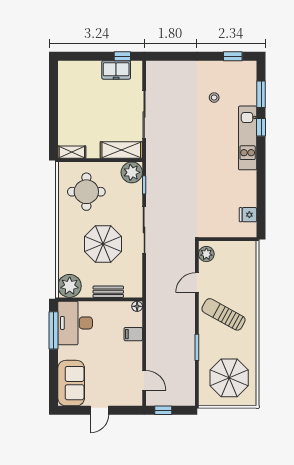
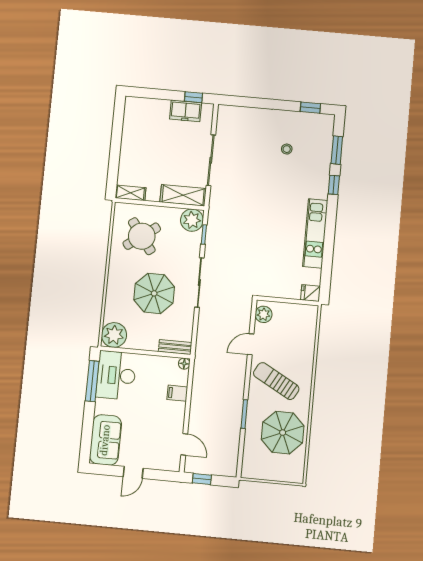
kitchen unit: (248, 138) -> (315, 233), moved
round table: (86, 192) -> (142, 236), turned -36
fridge: (248, 215) -> (310, 293), moved
bench: (108, 292) -> (175, 347), moved
parasol: (229, 378) -> (283, 433), moved

